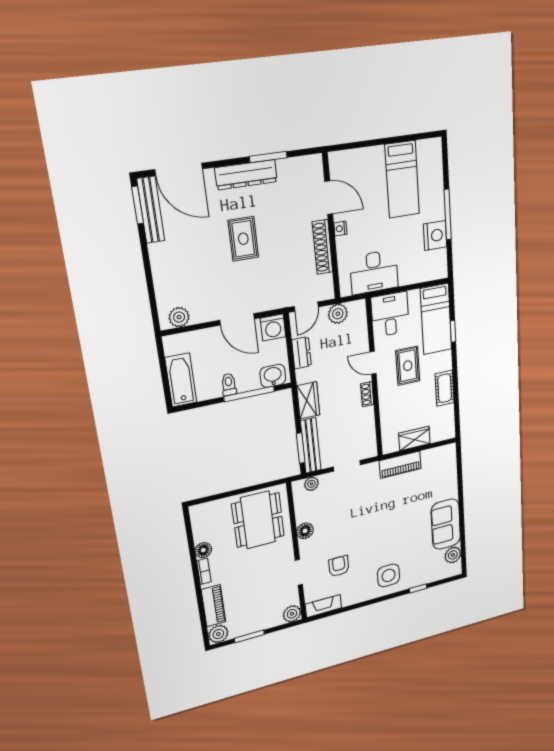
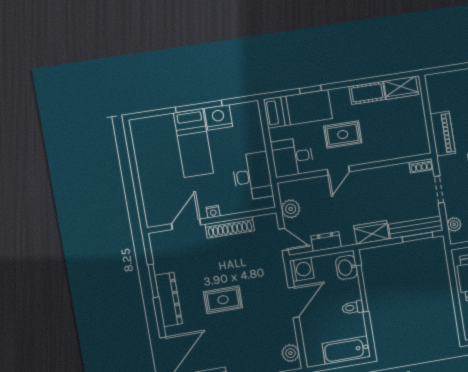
bed: (402, 179) -> (193, 143), moved, turned 90
shoe rack: (367, 394) -> (421, 166), moved
wardrobe: (414, 438) -> (401, 88), moved, turned -90

